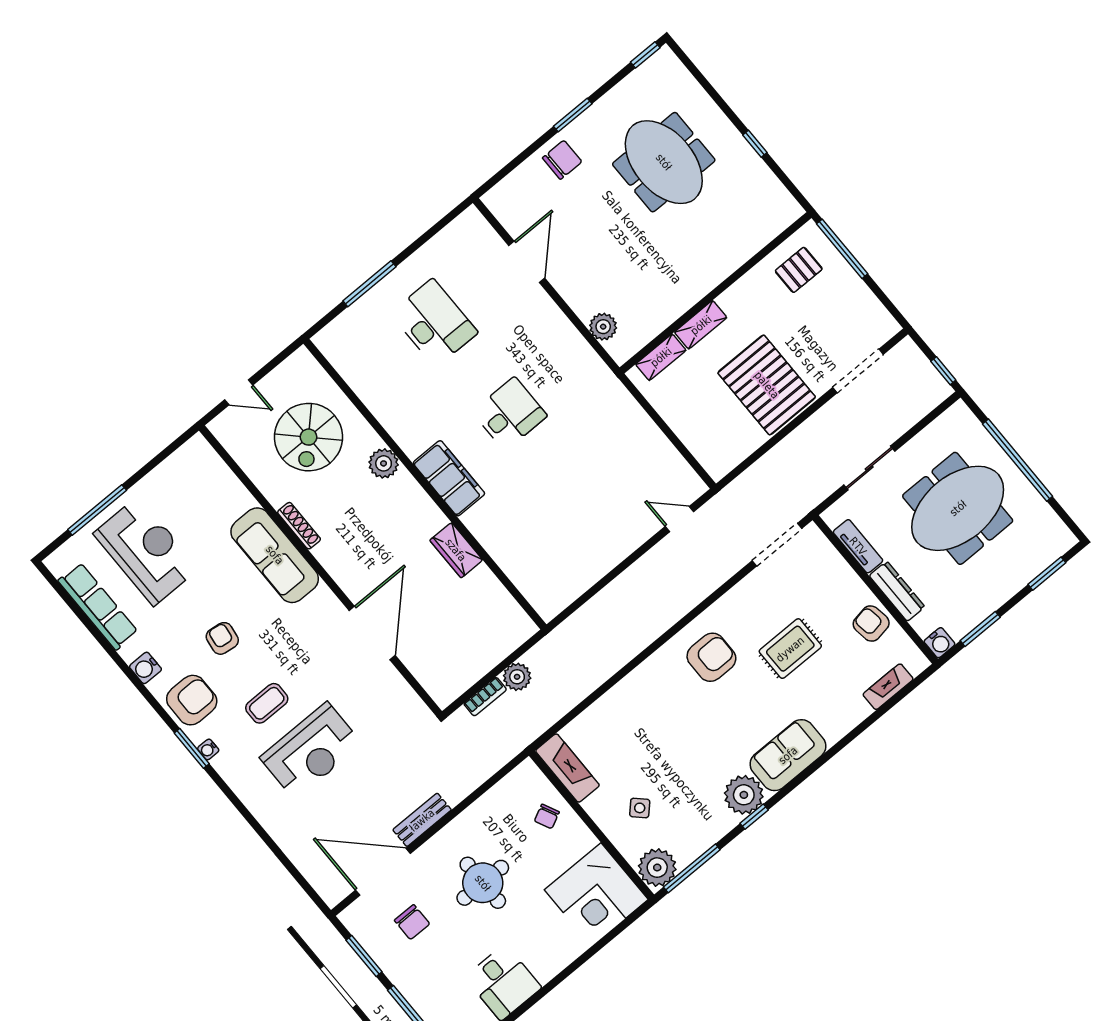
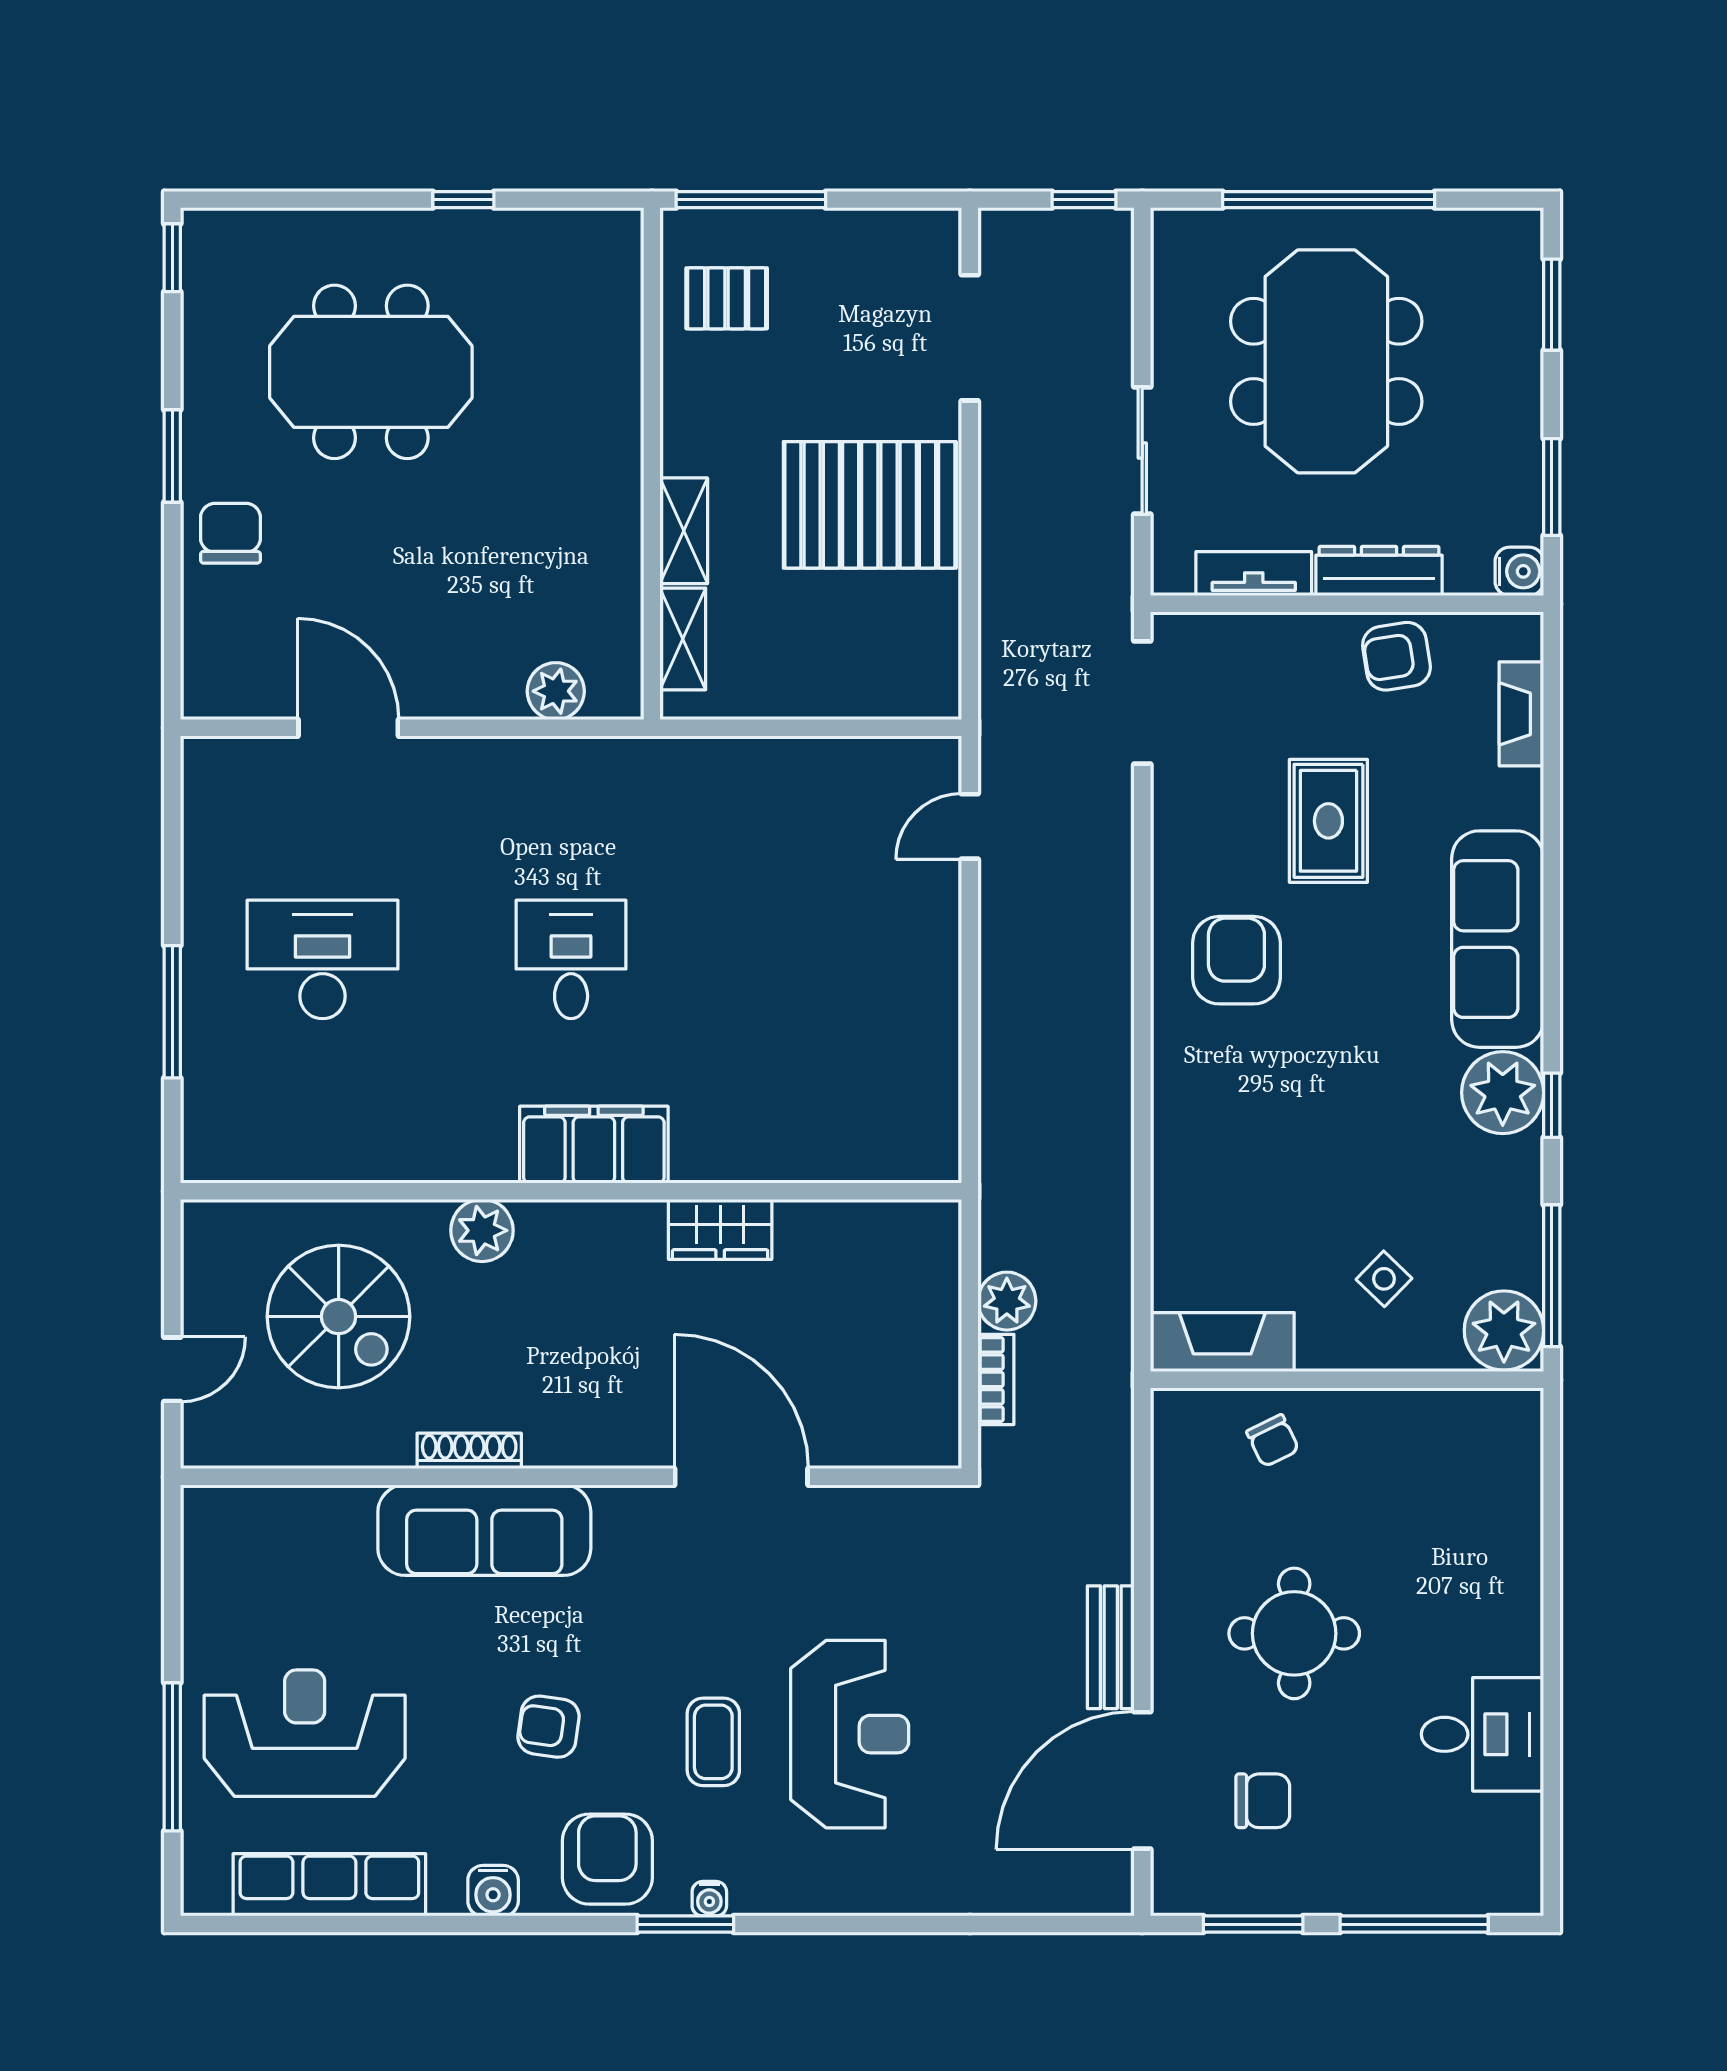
pallet: (799, 270) -> (727, 298), turned 90
sofa: (788, 755) -> (1498, 939), width x1.36
corner desk: (596, 895) -> (1466, 1466), removed

